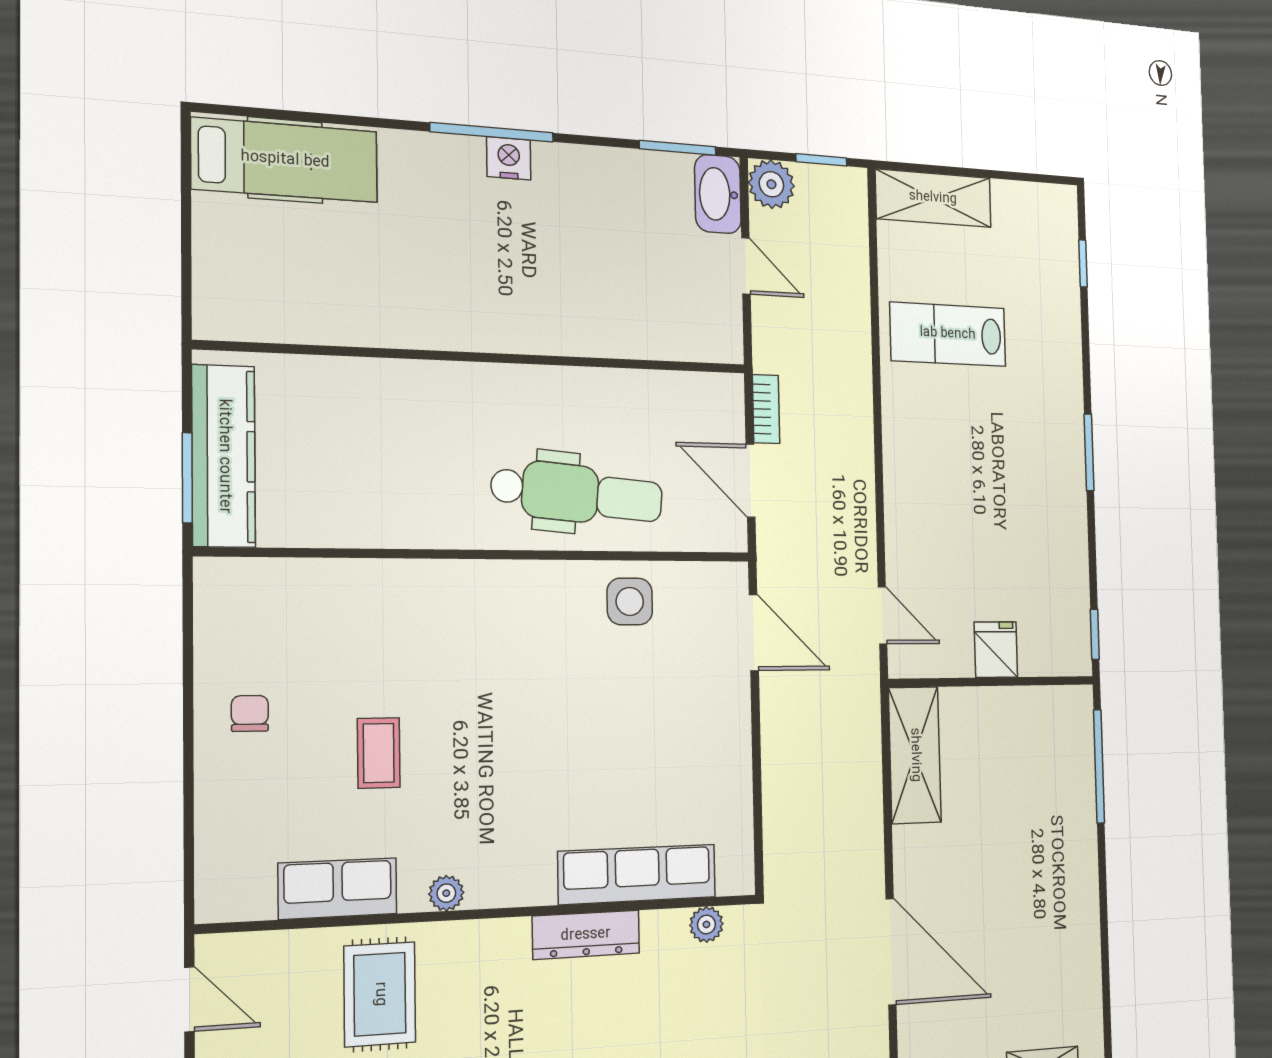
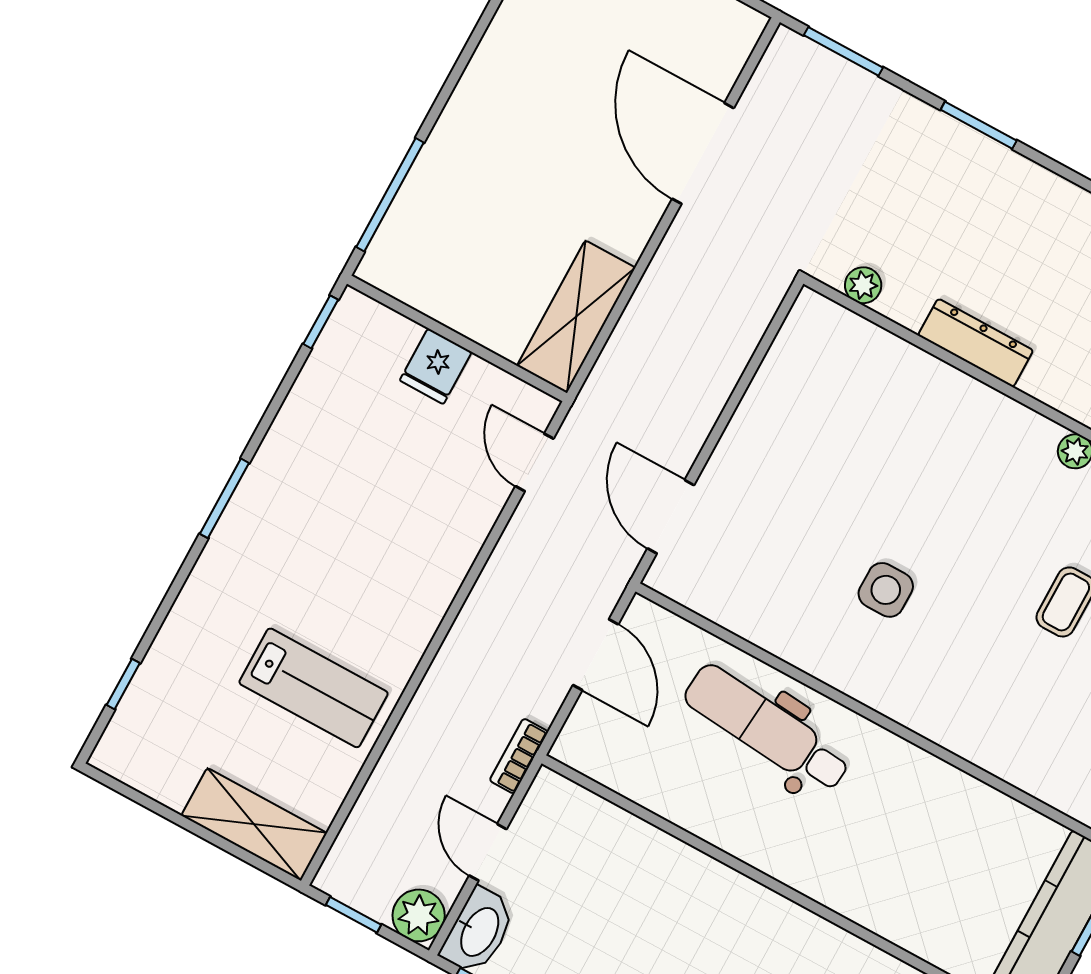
bookcase: (766, 409) -> (519, 756), moved
side table: (630, 601) -> (886, 590), moved
row of seats: (637, 874) -> (901, 367), removed

